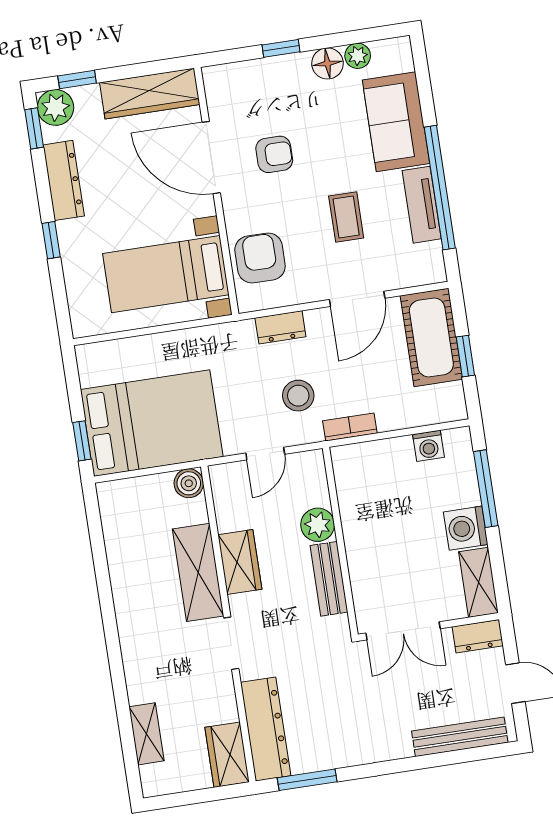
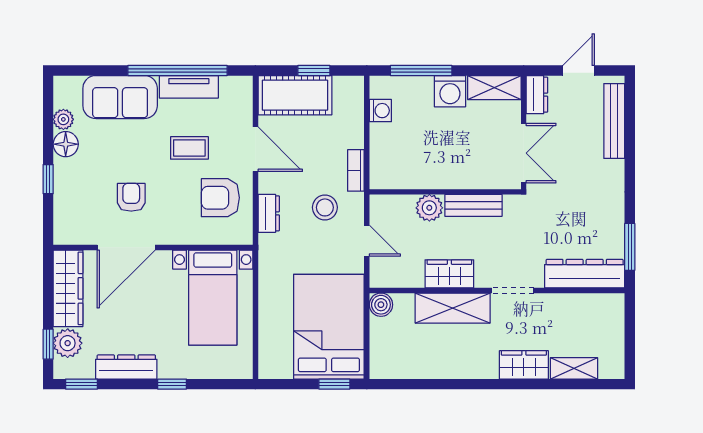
plant: (56, 107) -> (68, 343), moved
armchair: (260, 258) -> (220, 198), moved
wardrobe: (227, 755) -> (524, 365), moved, turned 180

